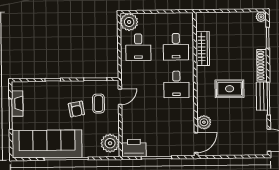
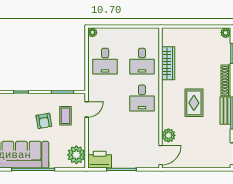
plant: (129, 22) -> (92, 32), width x0.53, depth x0.53
rug: (230, 89) -> (194, 103), turned 90

